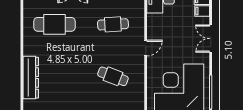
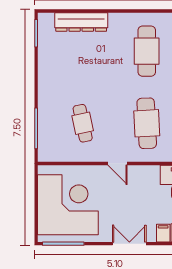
cafe table: (113, 24) -> (147, 123), width x1.37, depth x1.35
cafe table: (113, 76) -> (83, 123), turned -33

